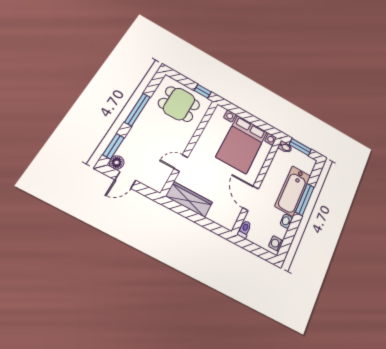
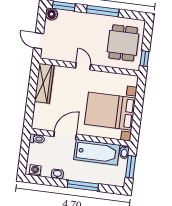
door: (181, 163) -> (83, 66), moved
door: (125, 180) -> (38, 41), moved
bathtub: (293, 191) -> (97, 152), moved, turned 180

